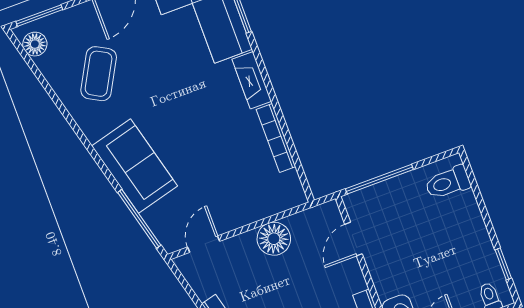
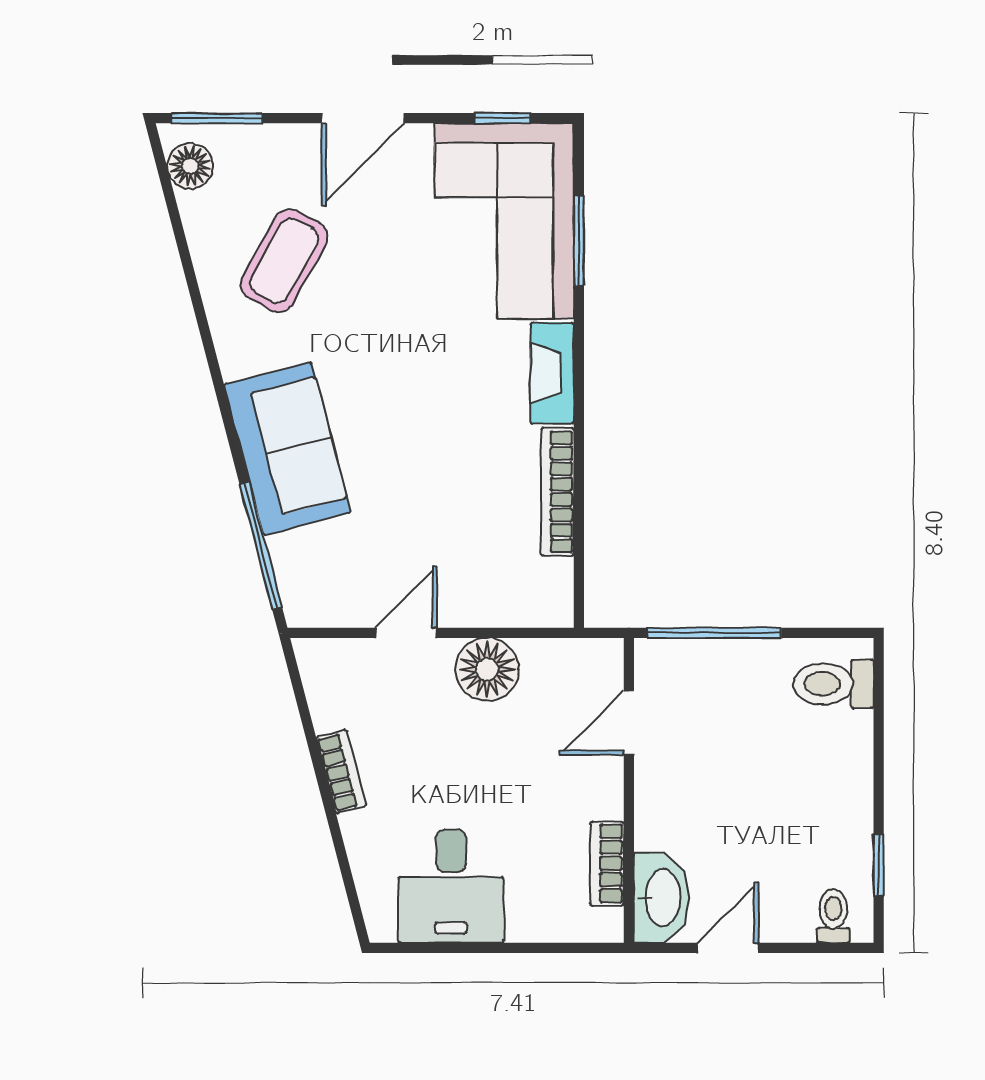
door: (204, 244) -> (406, 633), moved

